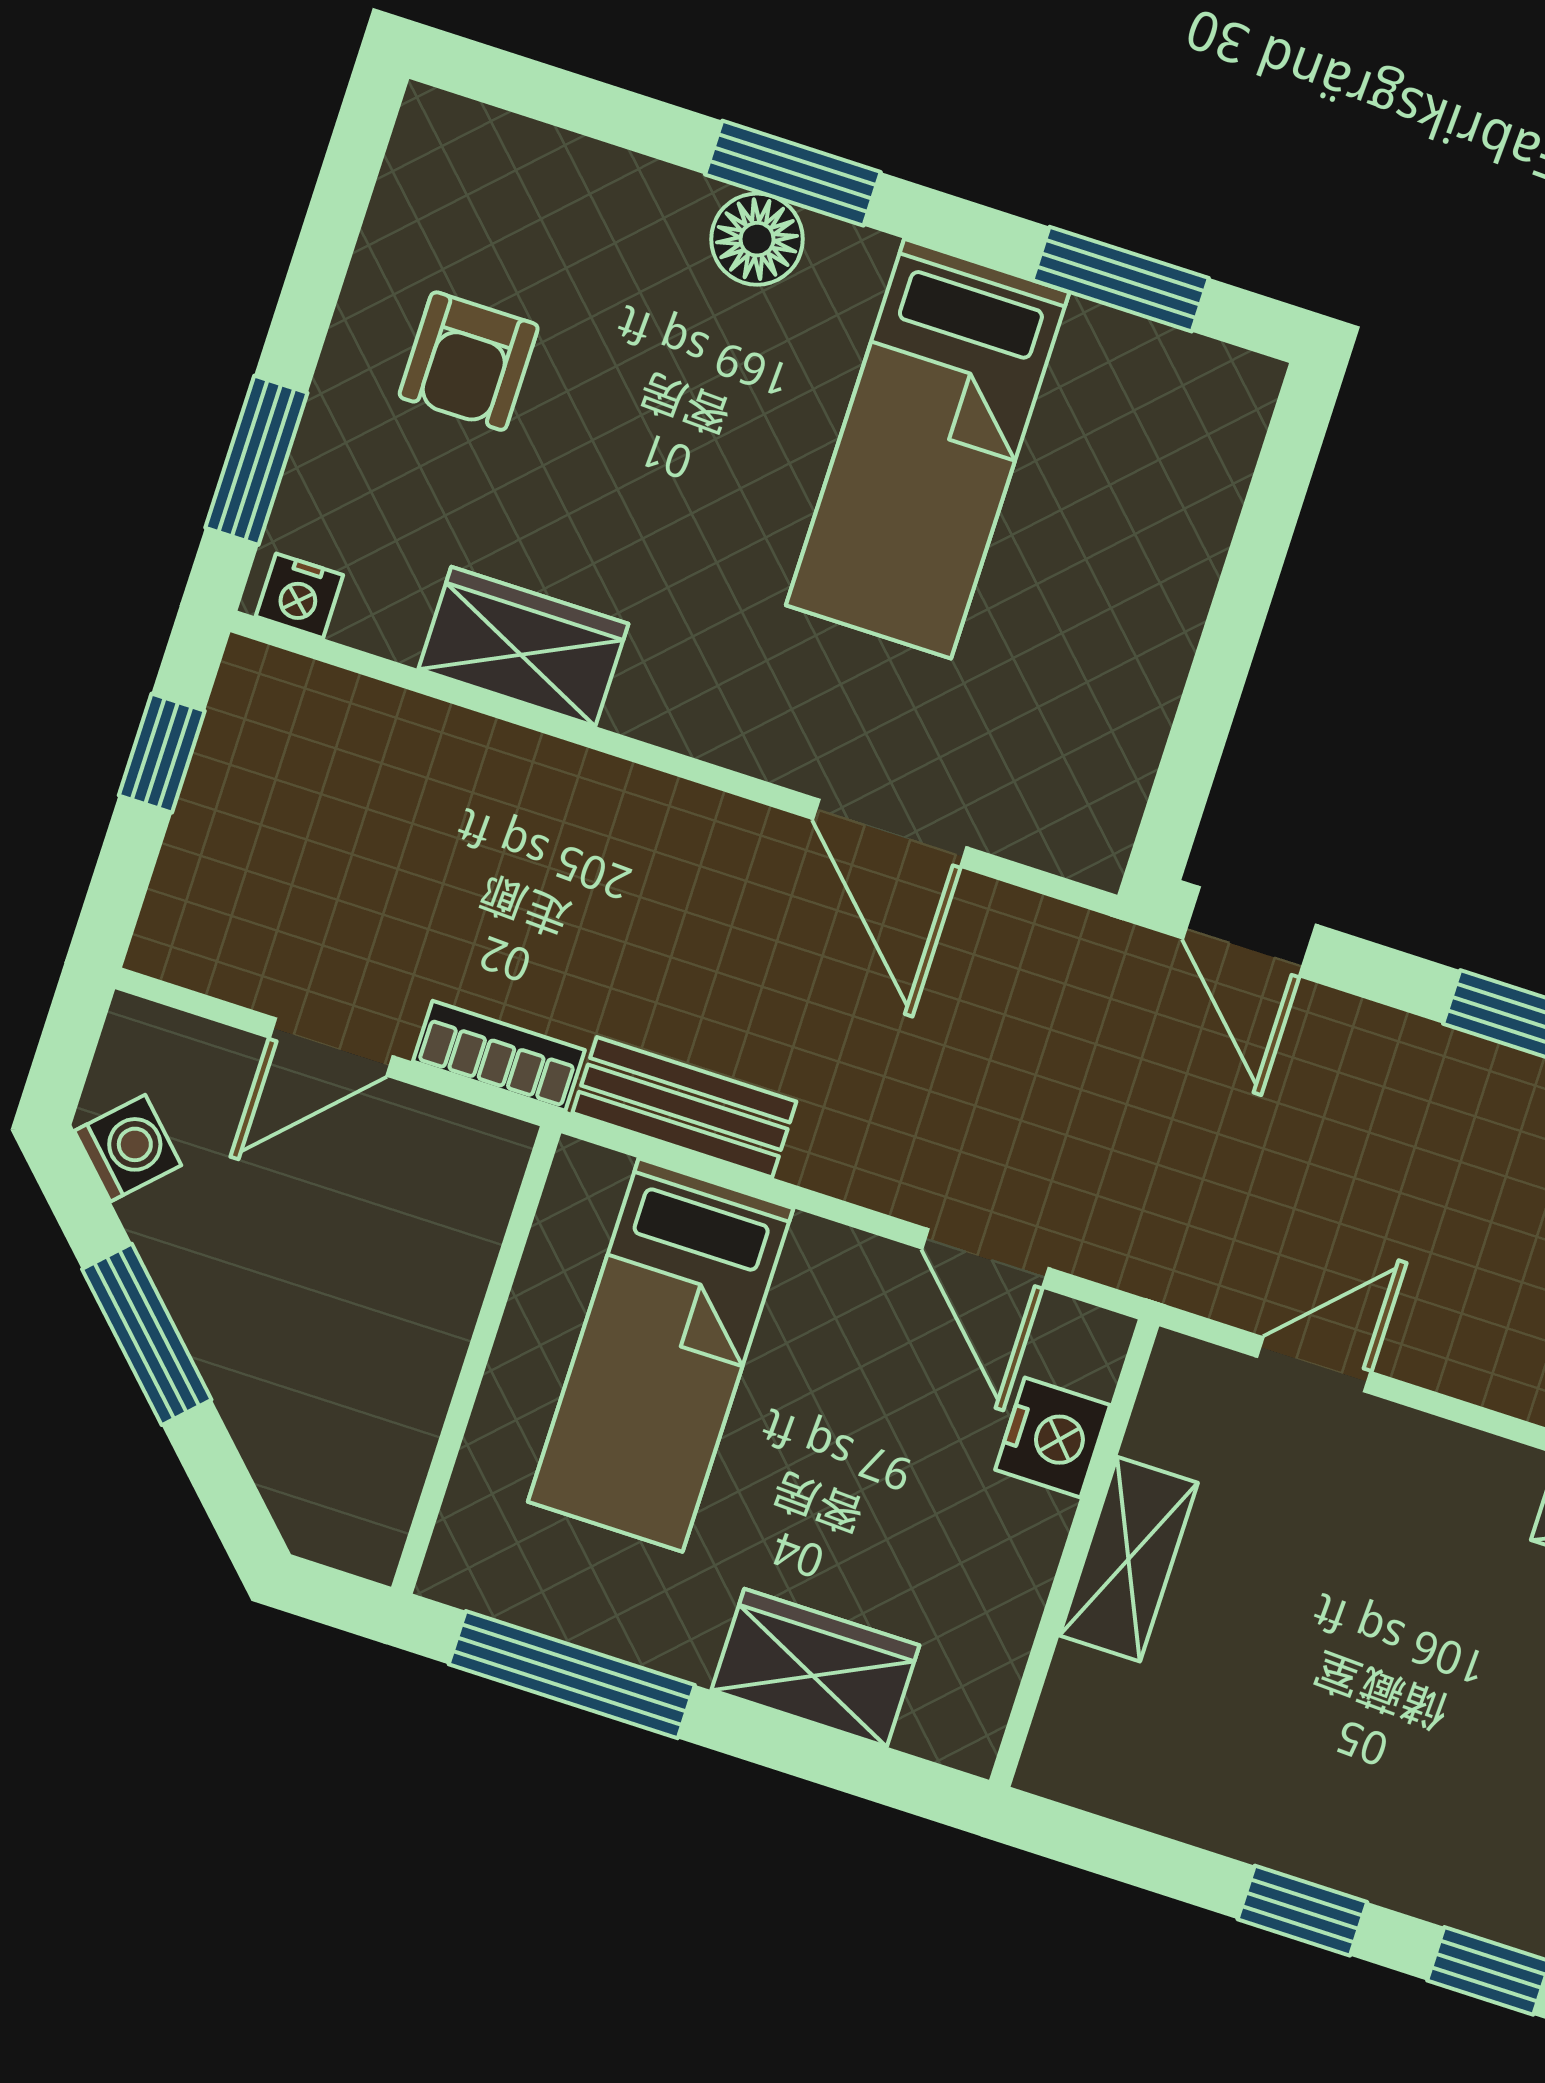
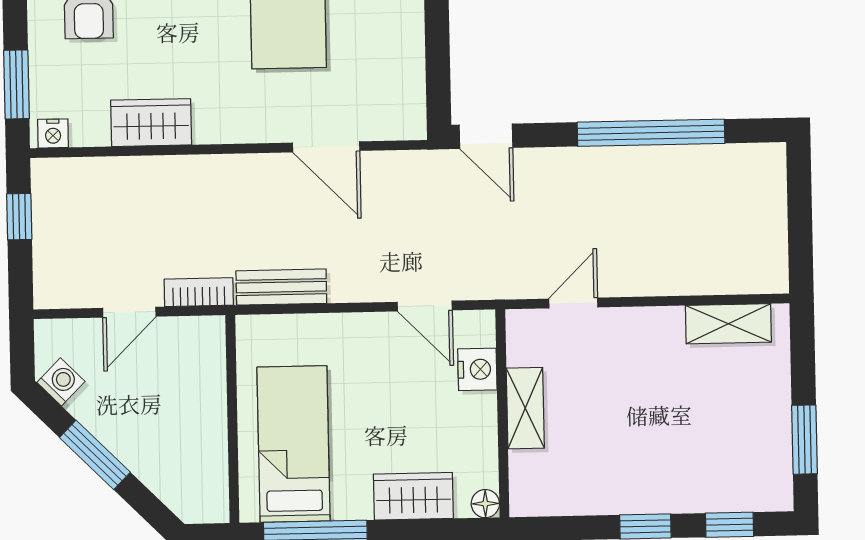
bed: (661, 1355) -> (293, 444), moved, turned 180
floor lamp: (968, 1739) -> (485, 504), added

